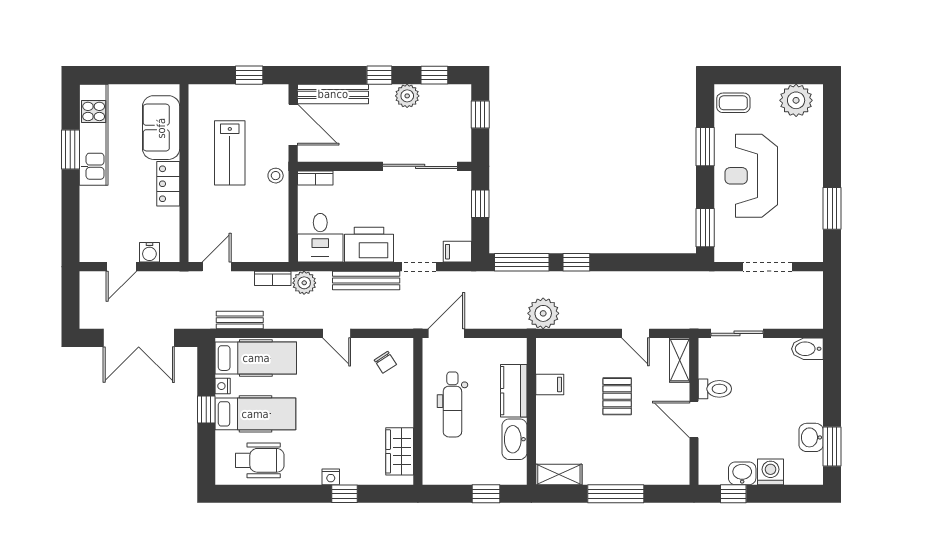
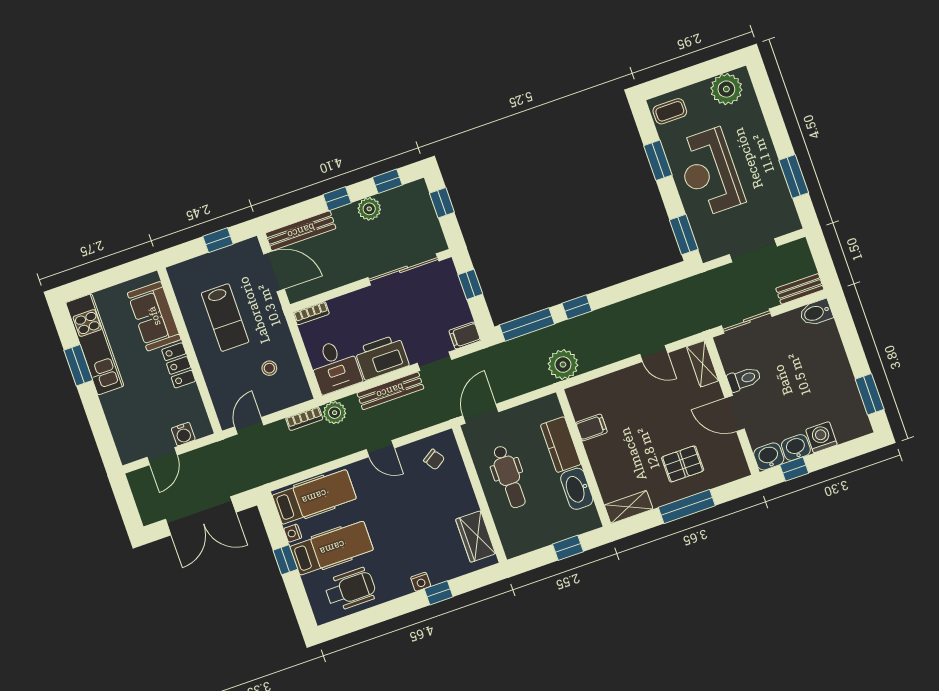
stool: (276, 176) -> (269, 368), moved
bench: (240, 320) -> (800, 289), moved
pallet: (617, 396) -> (683, 464), moved, turned 90
washbasin: (811, 437) -> (769, 456), moved, turned 90

